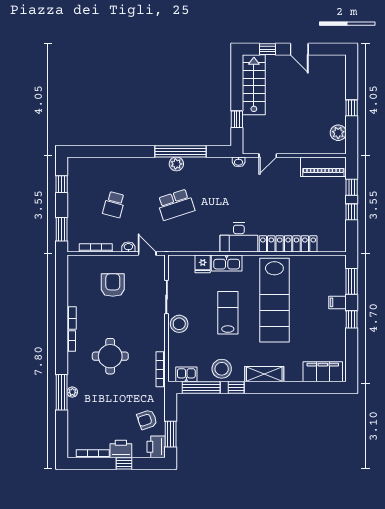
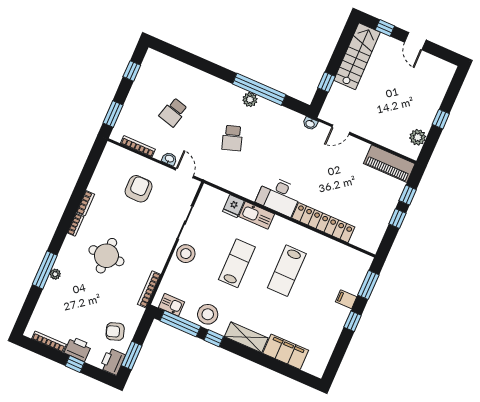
school desk: (176, 205) -> (232, 138), width x0.54
lab bench: (274, 300) -> (287, 271), width x0.54, depth x0.72
filing cabinet: (323, 372) -> (286, 352), moved

